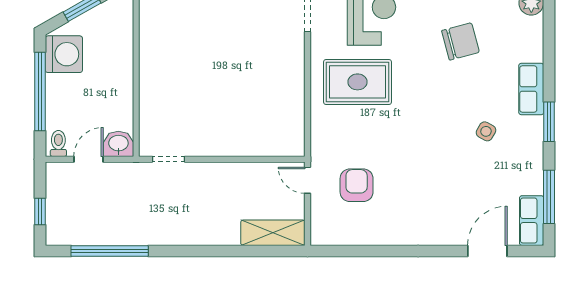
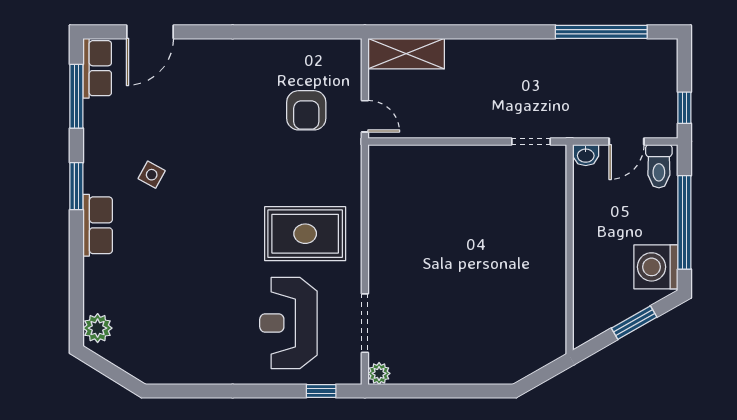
chair: (460, 41) -> (182, 282), removed
toilet: (58, 143) -> (659, 166), width x1.37, depth x1.39
washbasin: (118, 144) -> (586, 155), width x0.72, depth x0.69
window: (40, 211) -> (684, 108), moved

